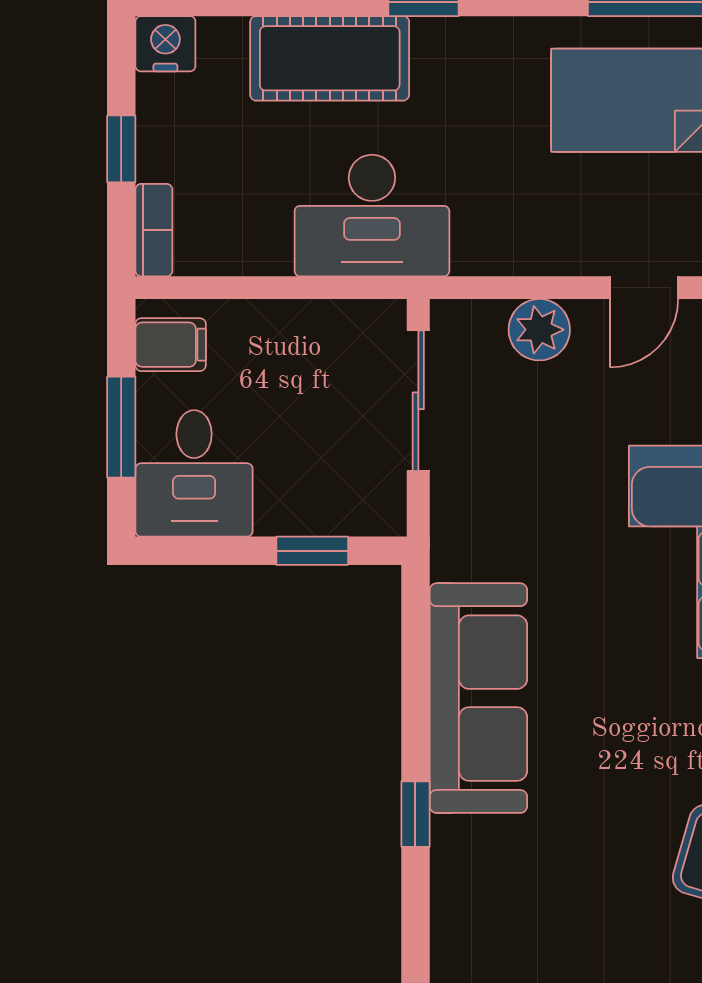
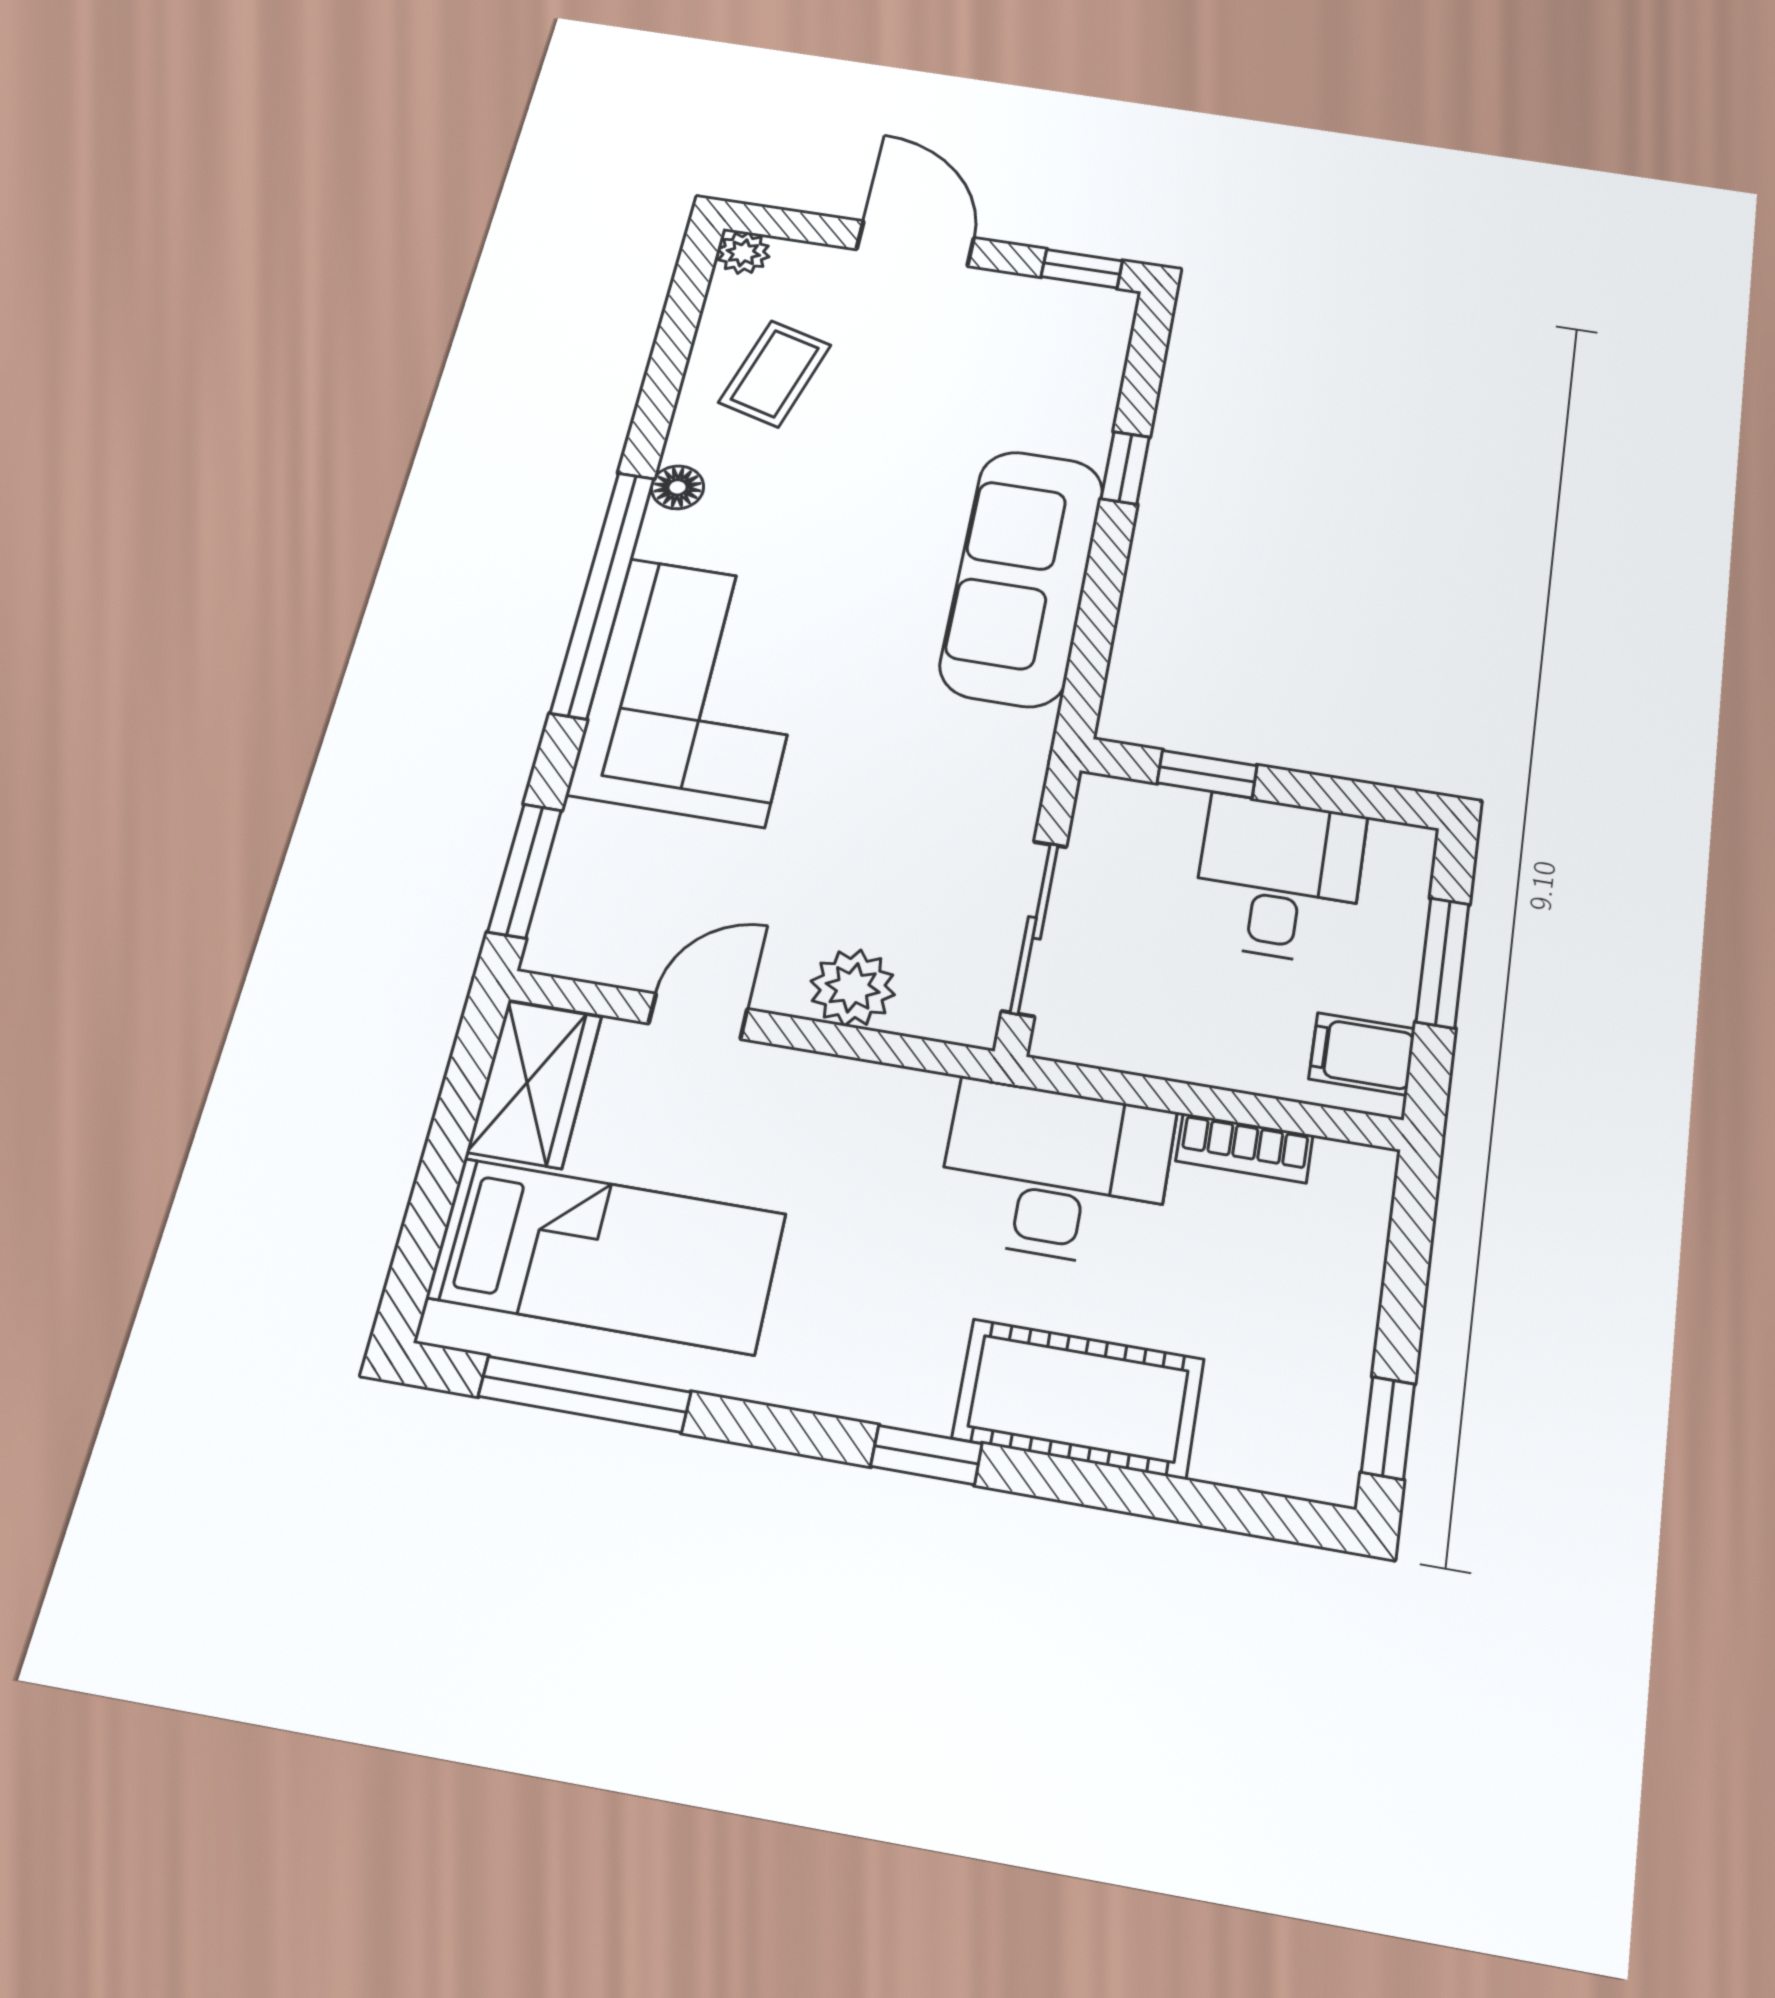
nightstand: (165, 44) -> (1317, 1462), removed
window: (121, 149) -> (1388, 1428), moved
bookcase: (154, 230) -> (1244, 1148), moved, turned -90
desk: (194, 473) -> (1279, 879), moved

